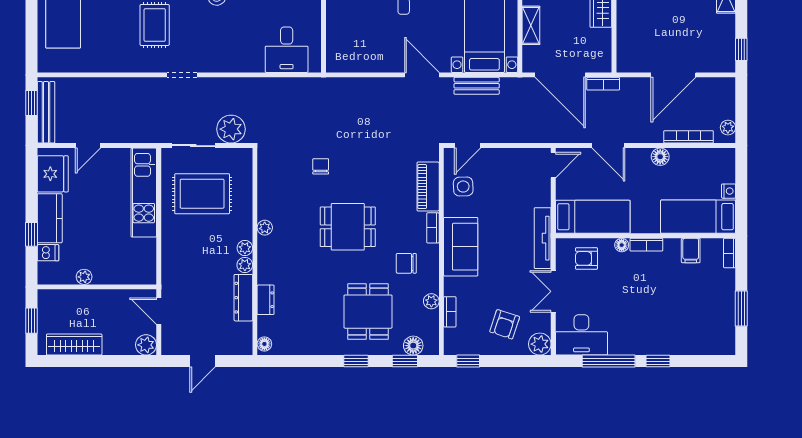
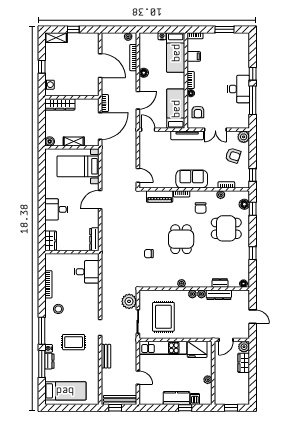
window: (741, 49) -> (73, 29), moved
dresser: (348, 64) -> (94, 239), added
bench: (477, 86) -> (106, 356), moved
fridge: (53, 174) -> (197, 349), moved, turned 180
side table: (463, 187) -> (160, 178), removed
desk: (581, 335) -> (239, 89), moved
wardrobe: (74, 345) -> (244, 363), moved, width x0.67
window: (356, 361) -> (253, 253), moved

